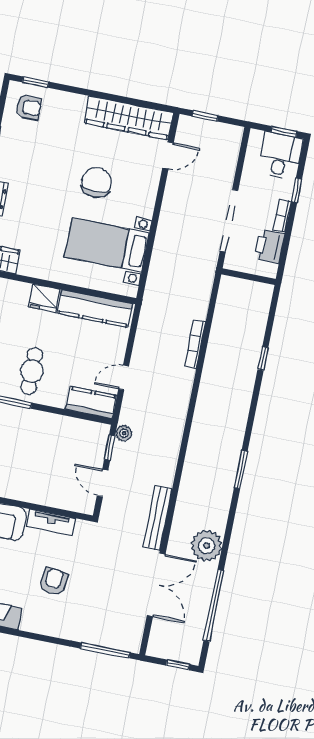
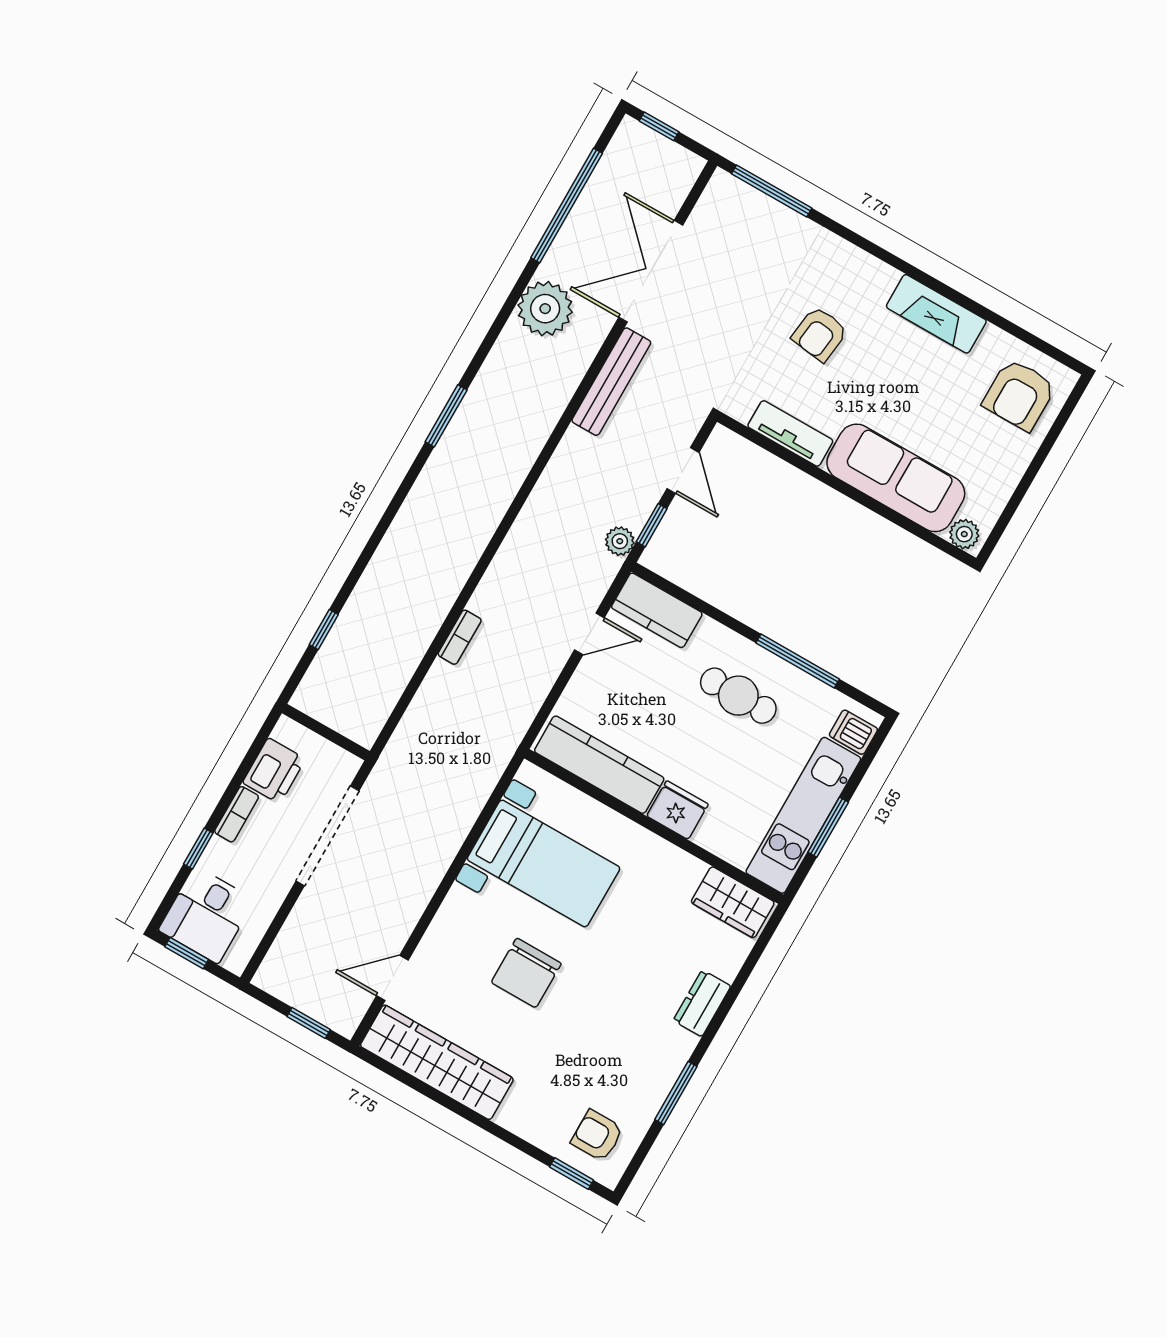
bookcase: (195, 344) -> (460, 637), width x0.64
window: (263, 359) -> (324, 629), moved
cafe table: (32, 371) -> (738, 696), turned 90

